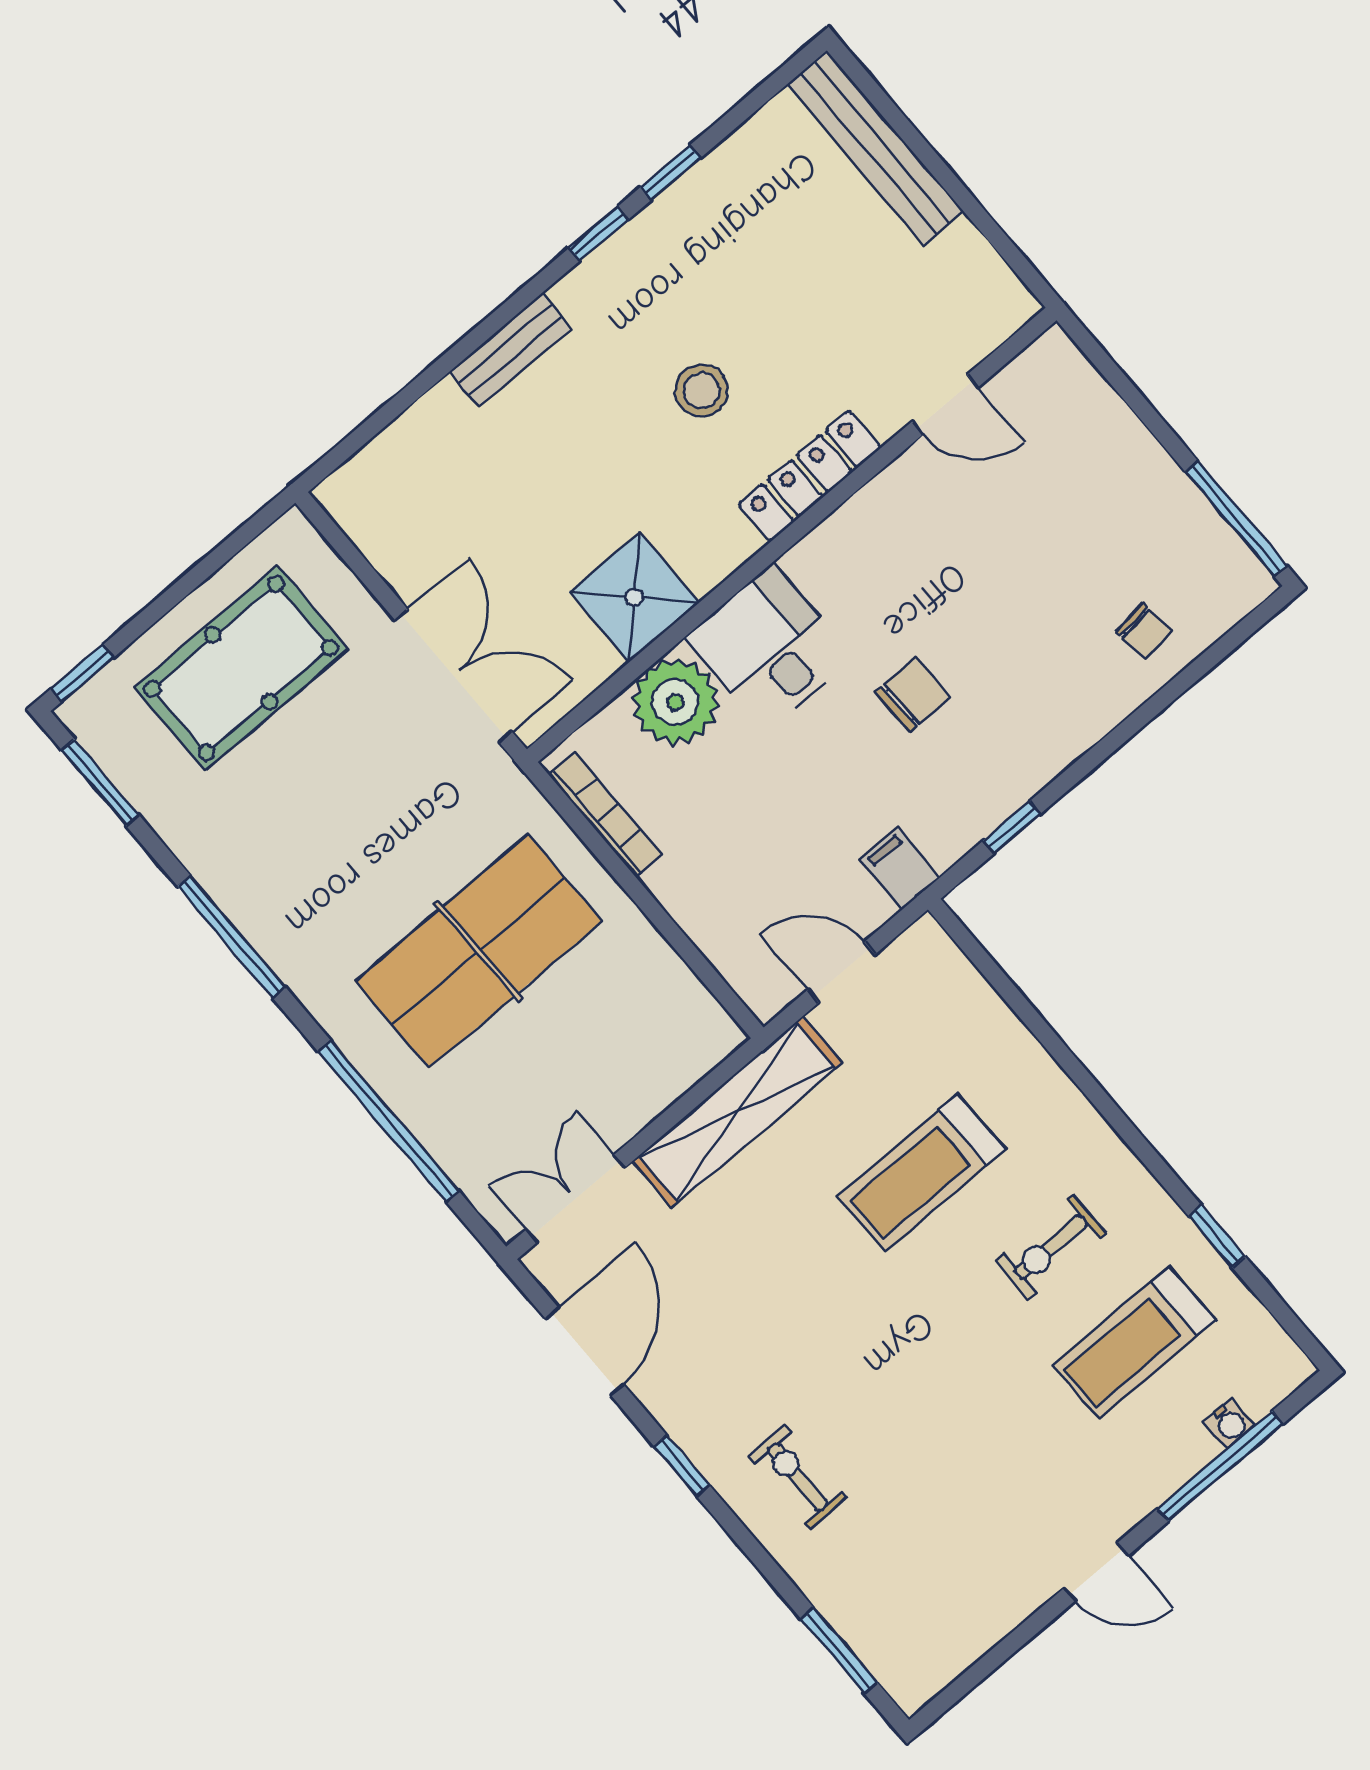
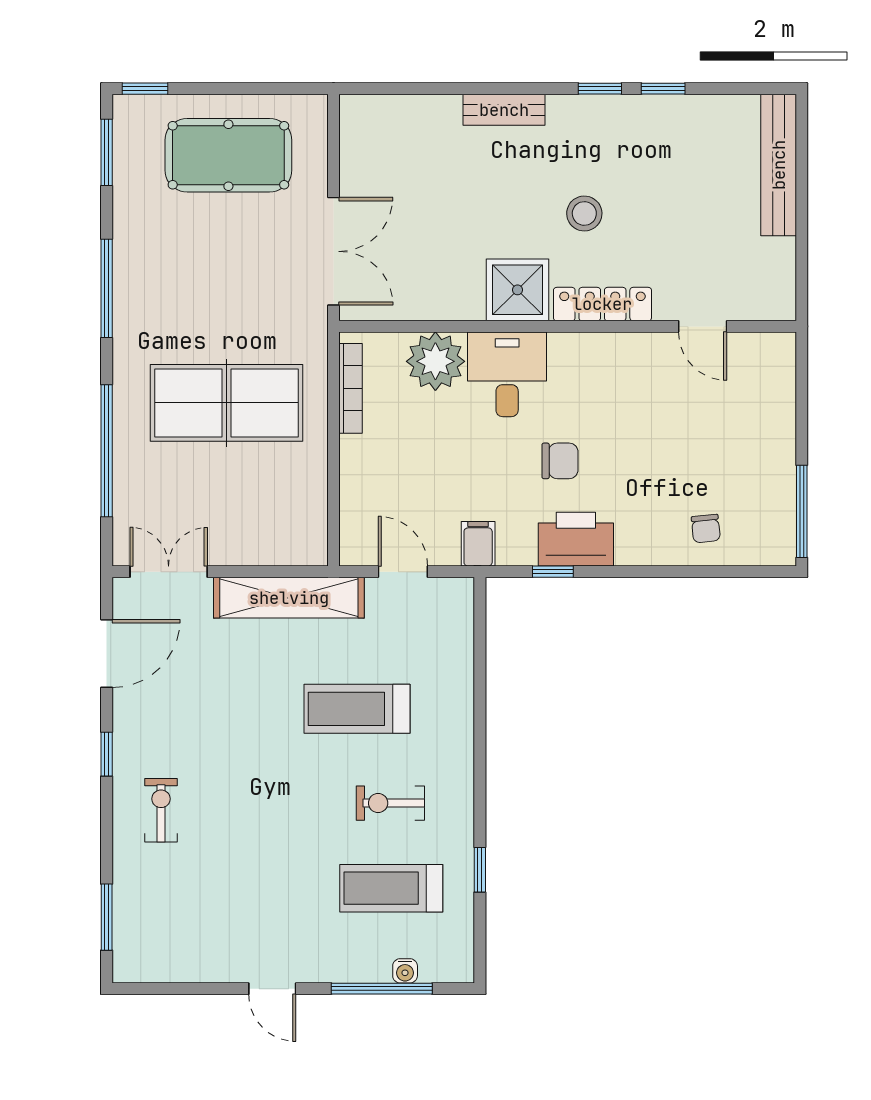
shower: (634, 597) -> (518, 290), moved
printer: (1007, 768) -> (576, 539), added

